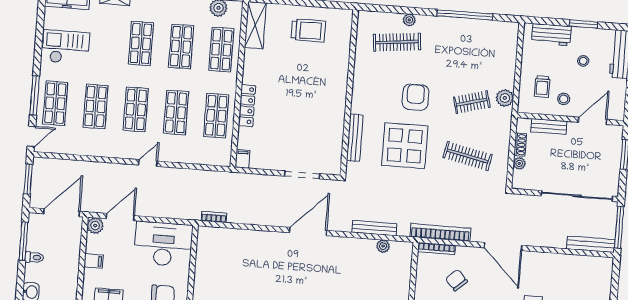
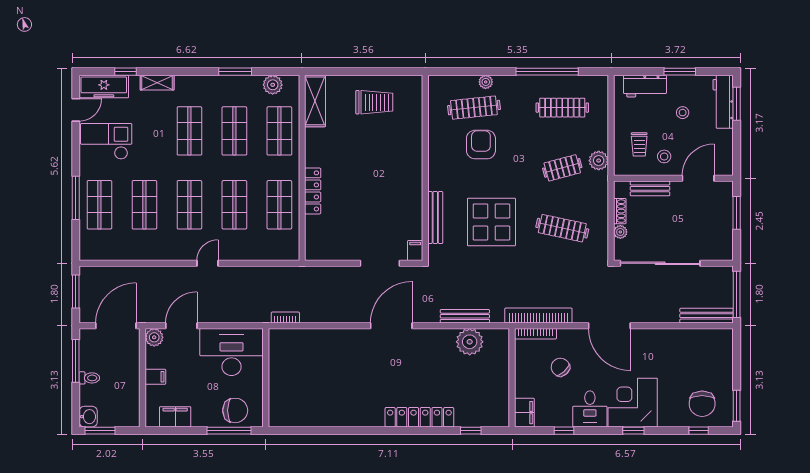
clothes rail: (476, 48) -> (562, 108), added
armchair: (416, 97) -> (481, 145), moved
door: (31, 136) -> (76, 110), moved
filing cabinet: (243, 159) -> (415, 251), moved
sliding door: (577, 196) -> (660, 263), moved
plant: (383, 246) -> (470, 342), width x1.88, depth x1.88

